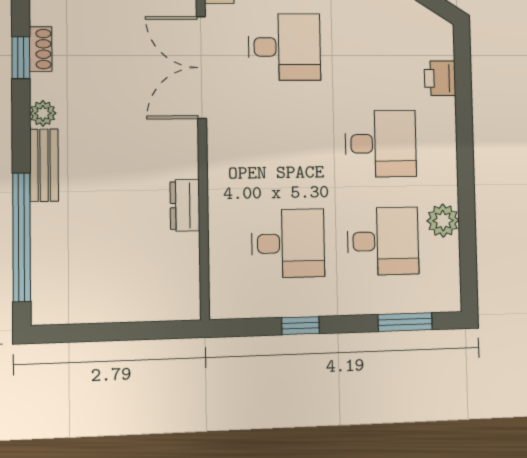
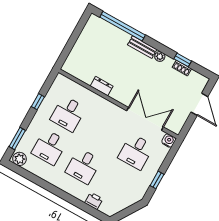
plant: (443, 221) -> (19, 159), moved

